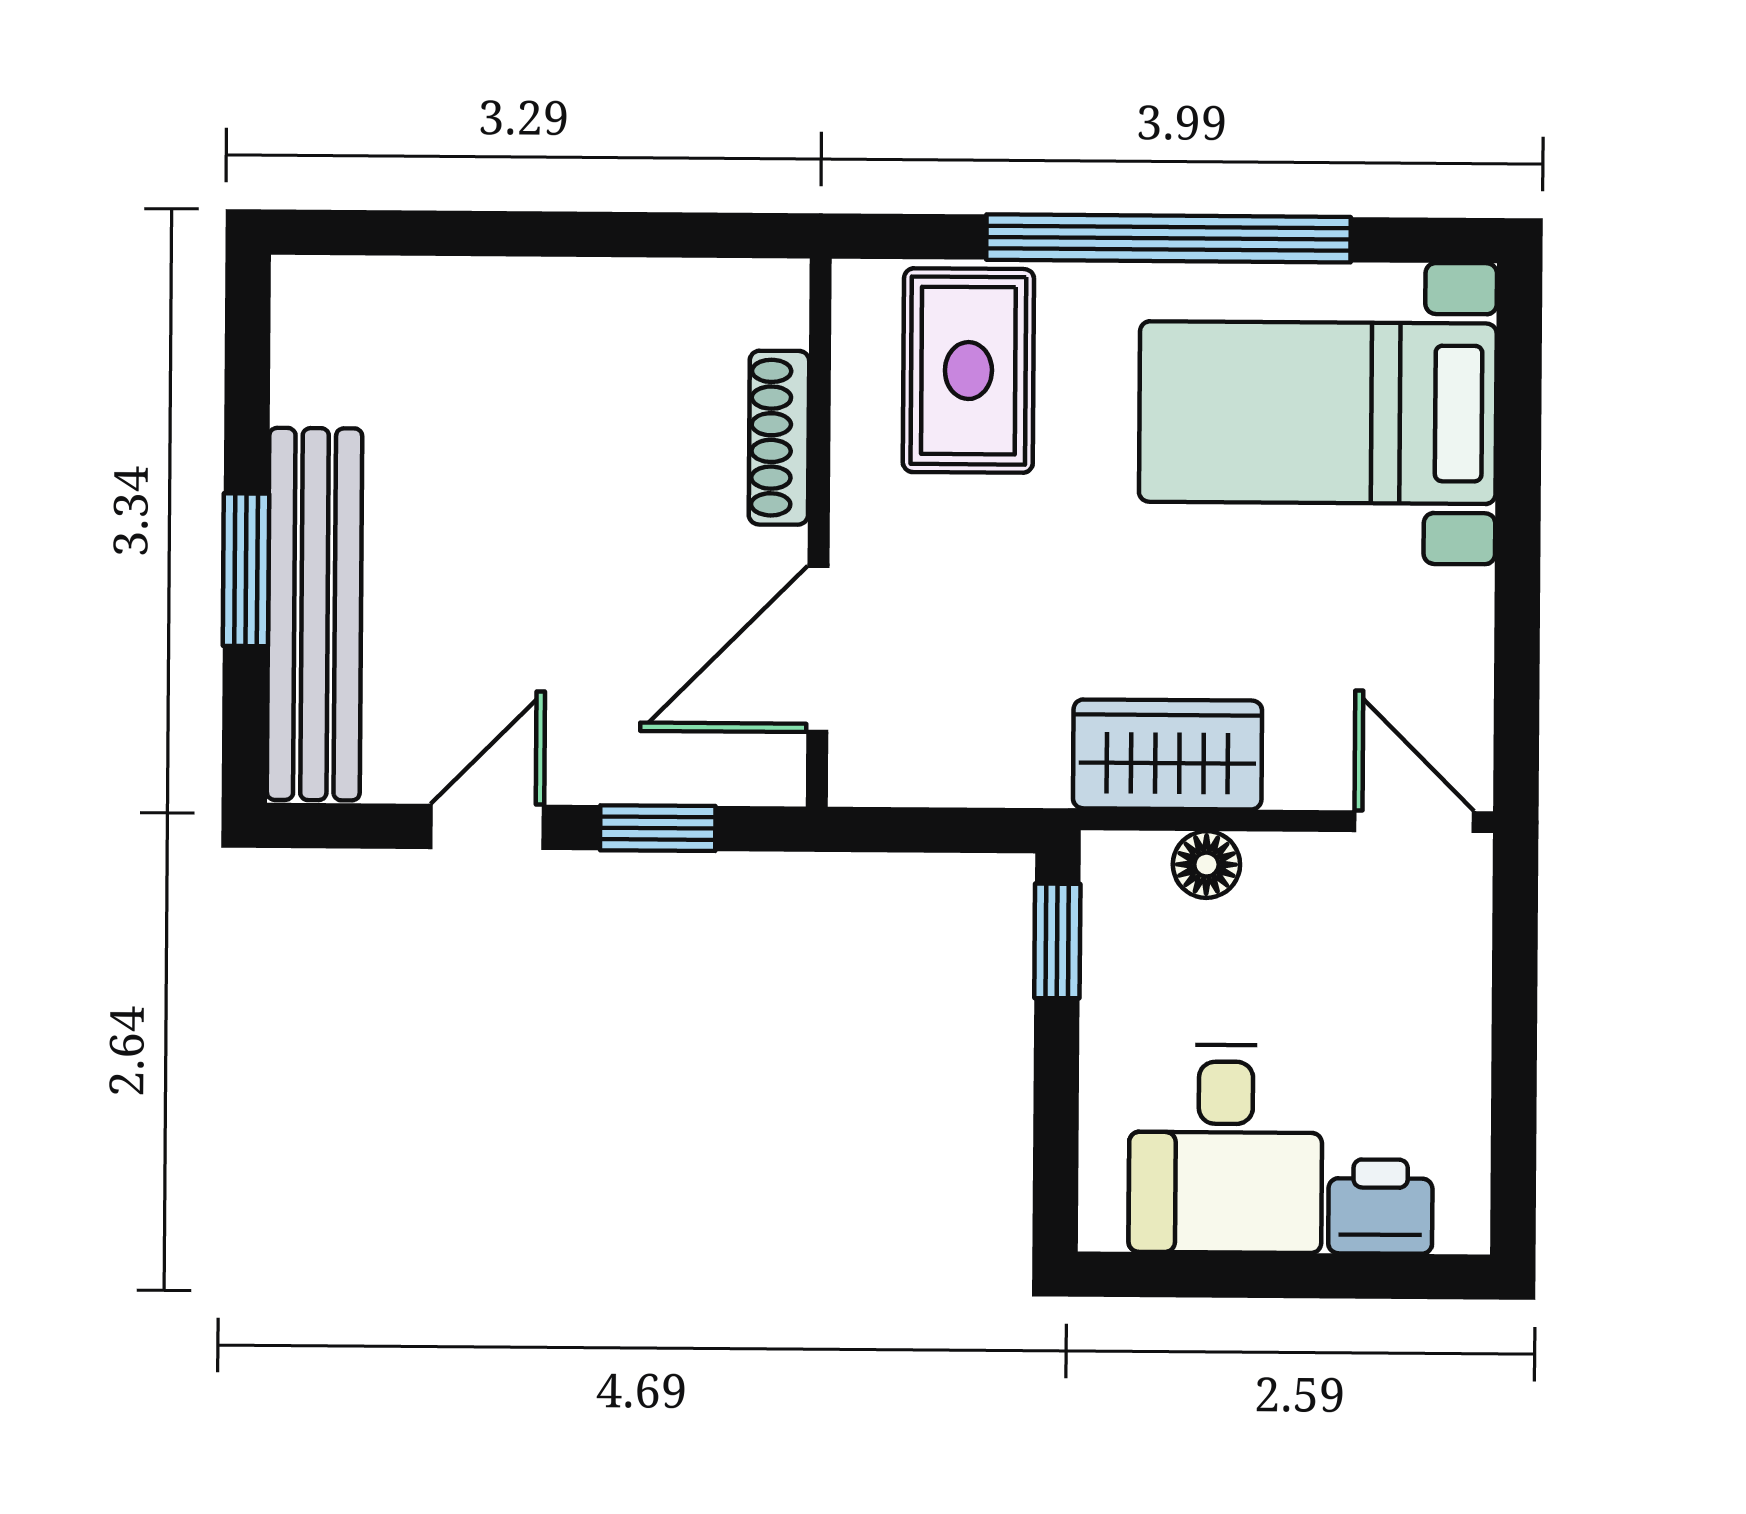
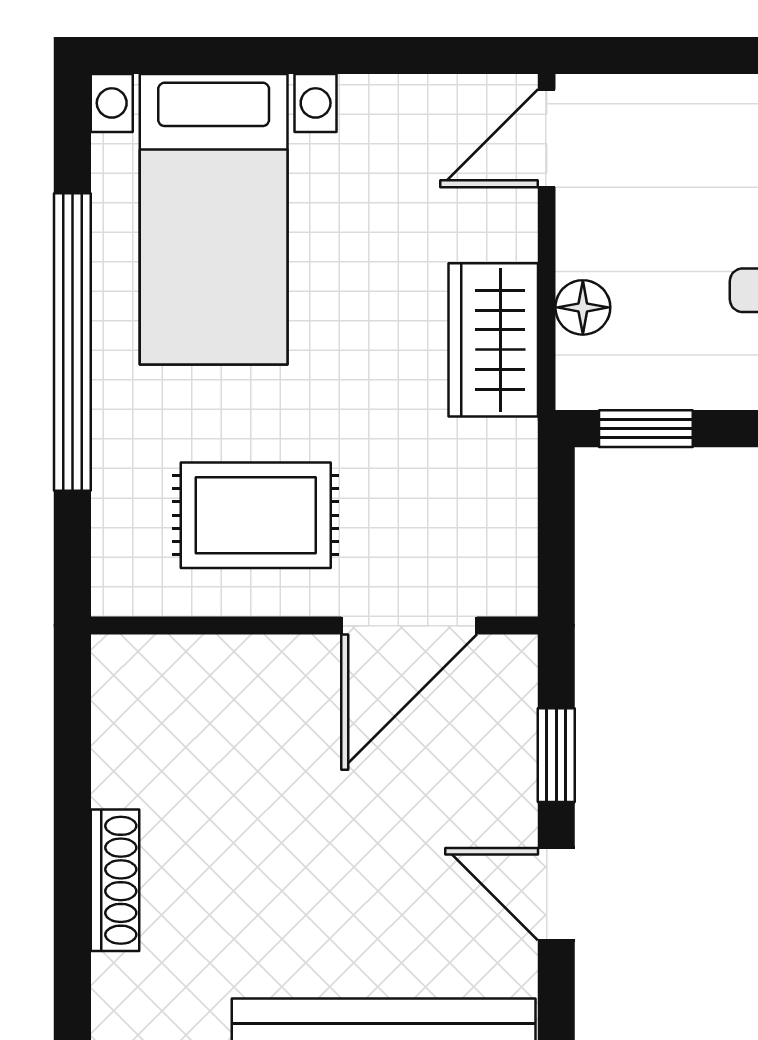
rug: (968, 371) -> (256, 515), moved
shoe rack: (779, 438) -> (115, 880), moved, turned -90
door: (818, 649) -> (409, 626), hinge flipped

